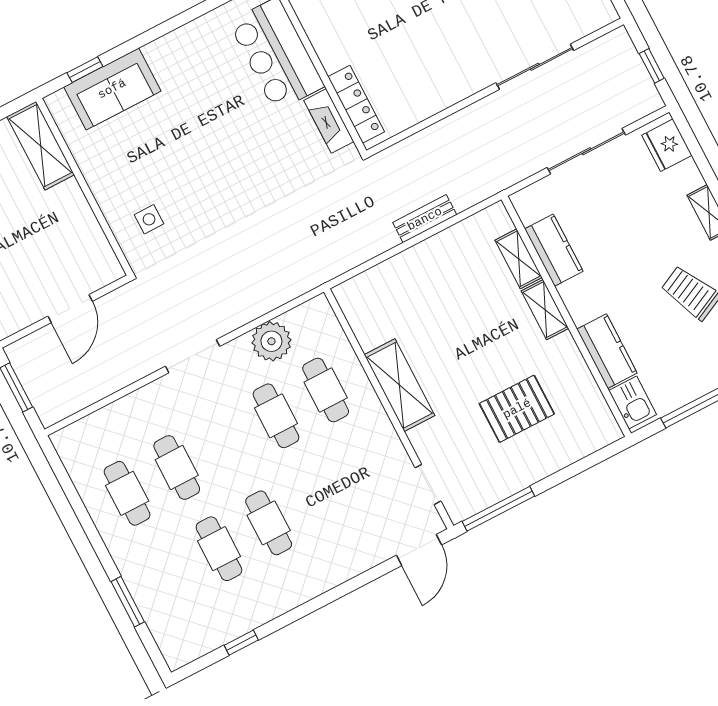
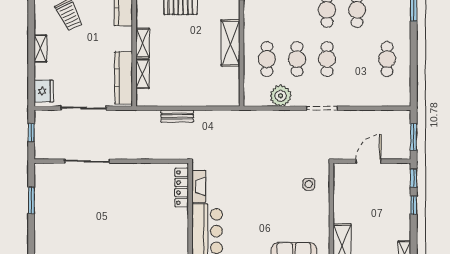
kitchen counter: (554, 250) -> (124, 78), width x1.50
cafe table: (177, 467) -> (327, 59), moved

